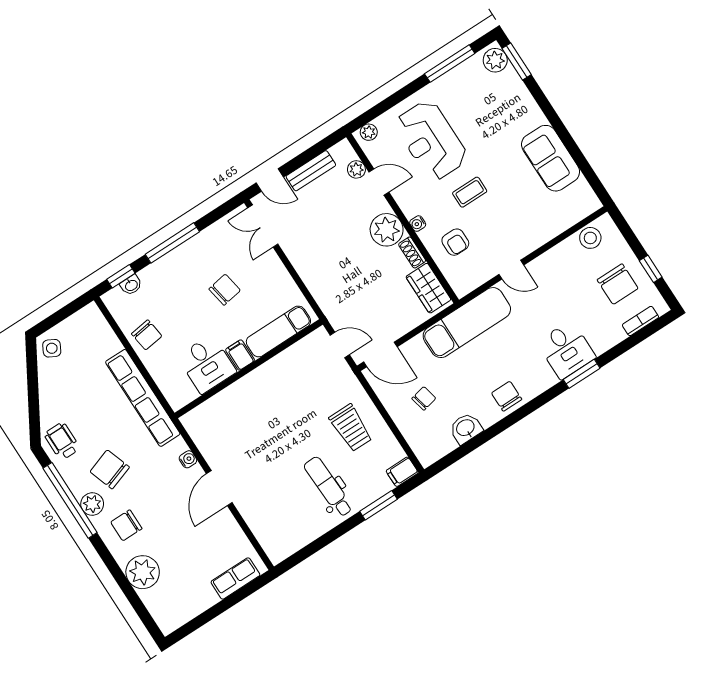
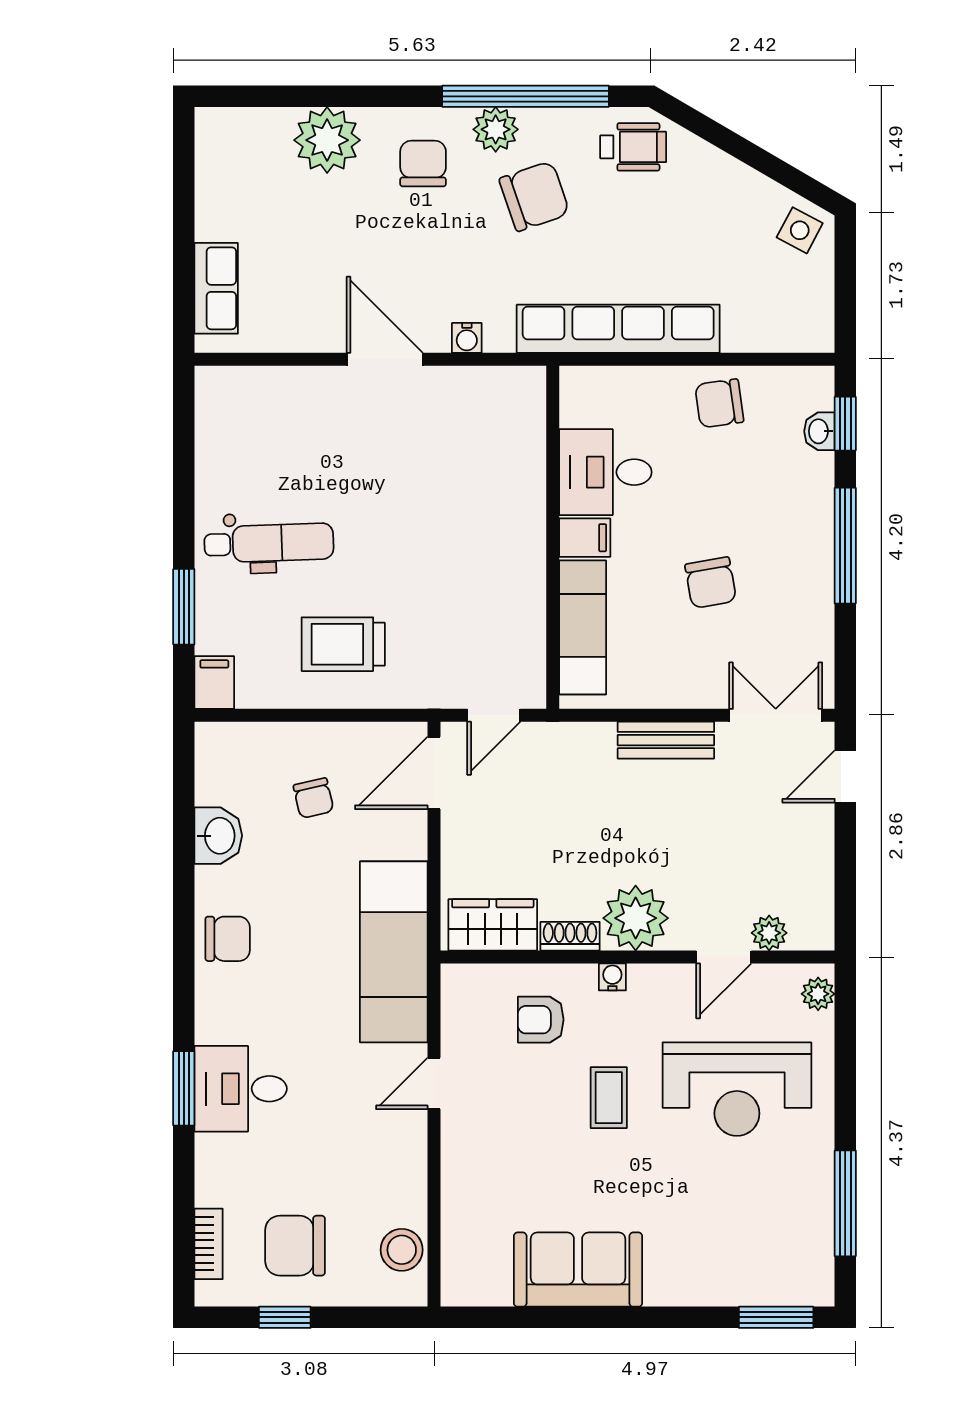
plant: (495, 60) -> (802, 1283), removed
reception desk: (431, 140) -> (737, 1089), turned 180
bench: (311, 171) -> (666, 740), moved, turned 90

